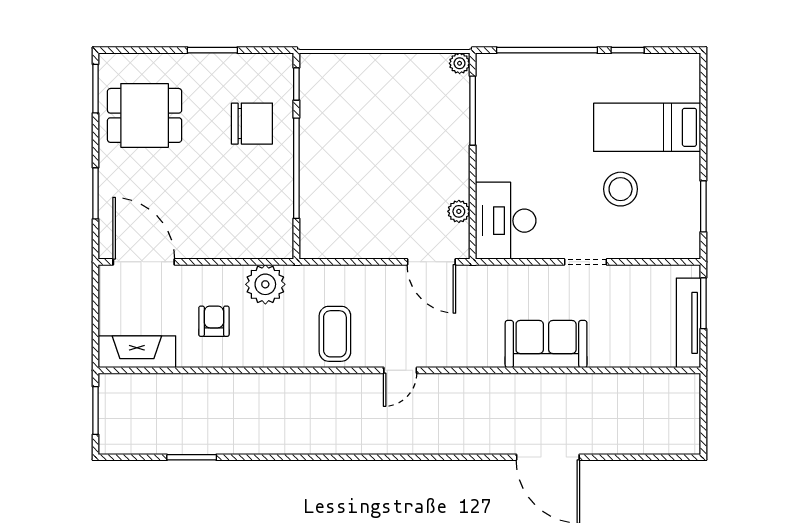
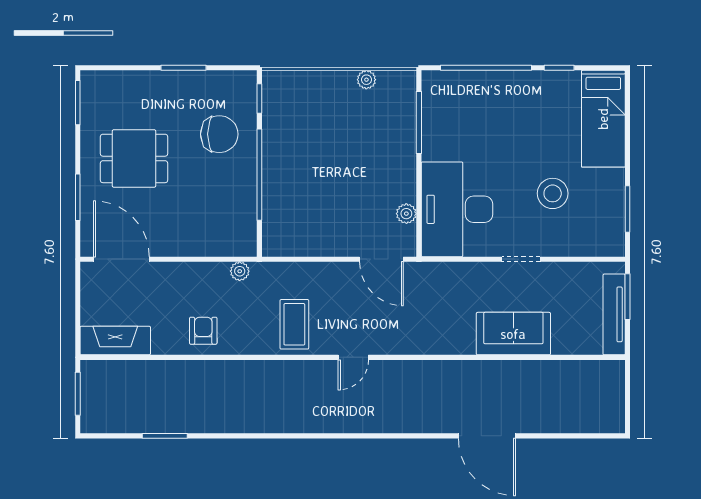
plant: (460, 63) -> (366, 80), moved
dining table: (145, 115) -> (134, 158), moved
bed: (647, 127) -> (603, 119), moved, turned -90
desk: (506, 221) -> (457, 209), width x1.36, depth x1.30
plant: (265, 284) -> (240, 271), width x0.53, depth x0.53
armchair: (214, 321) -> (203, 331), moved
sofa: (546, 344) -> (513, 334), moved

